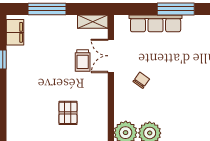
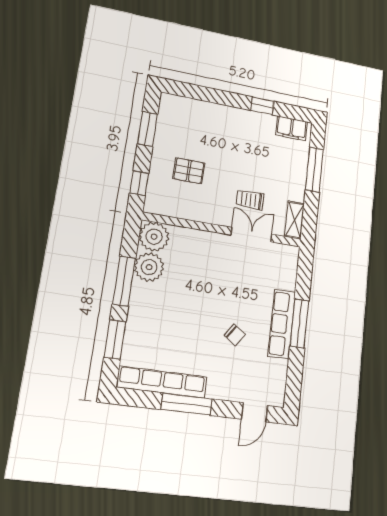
row of seats: (156, 23) -> (282, 324), moved
chair: (141, 80) -> (235, 335), moved

